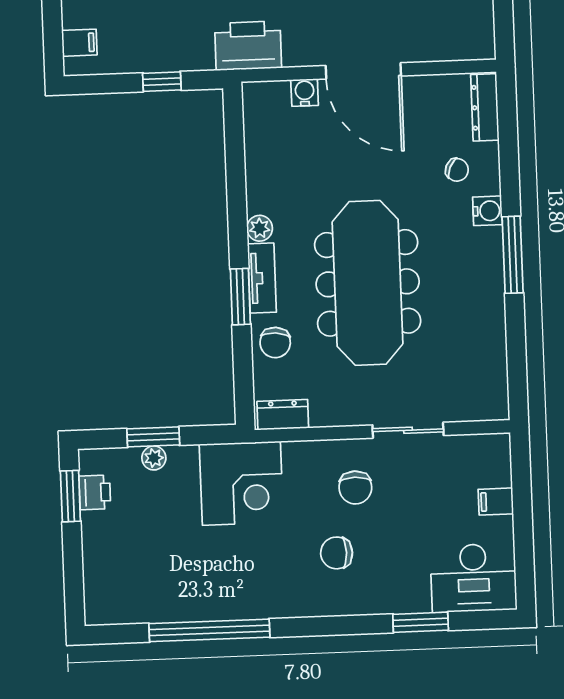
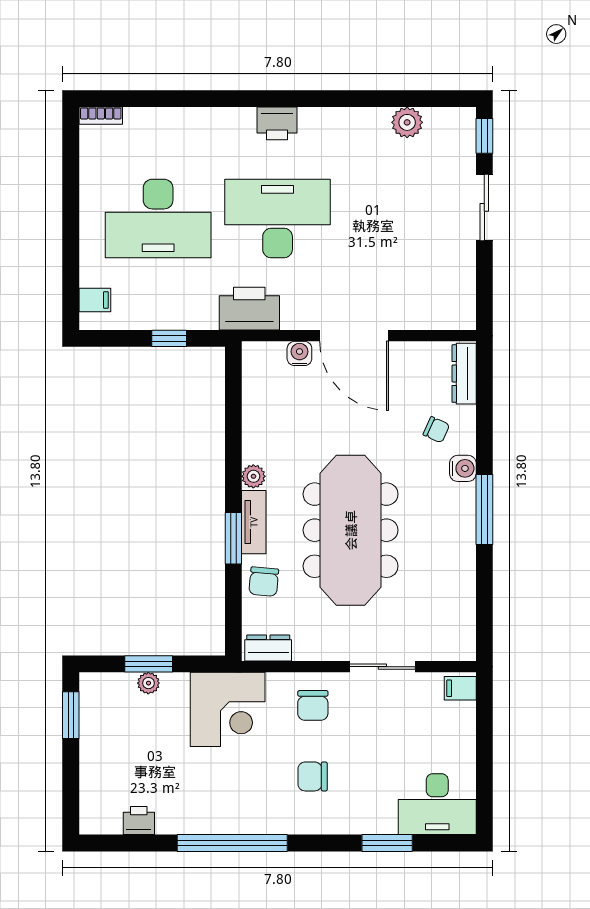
chair: (355, 488) -> (313, 705), moved
printer: (95, 492) -> (139, 821), moved, turned -90
filing cabinet: (496, 502) -> (460, 688), moved
window: (209, 630) -> (232, 843), moved

